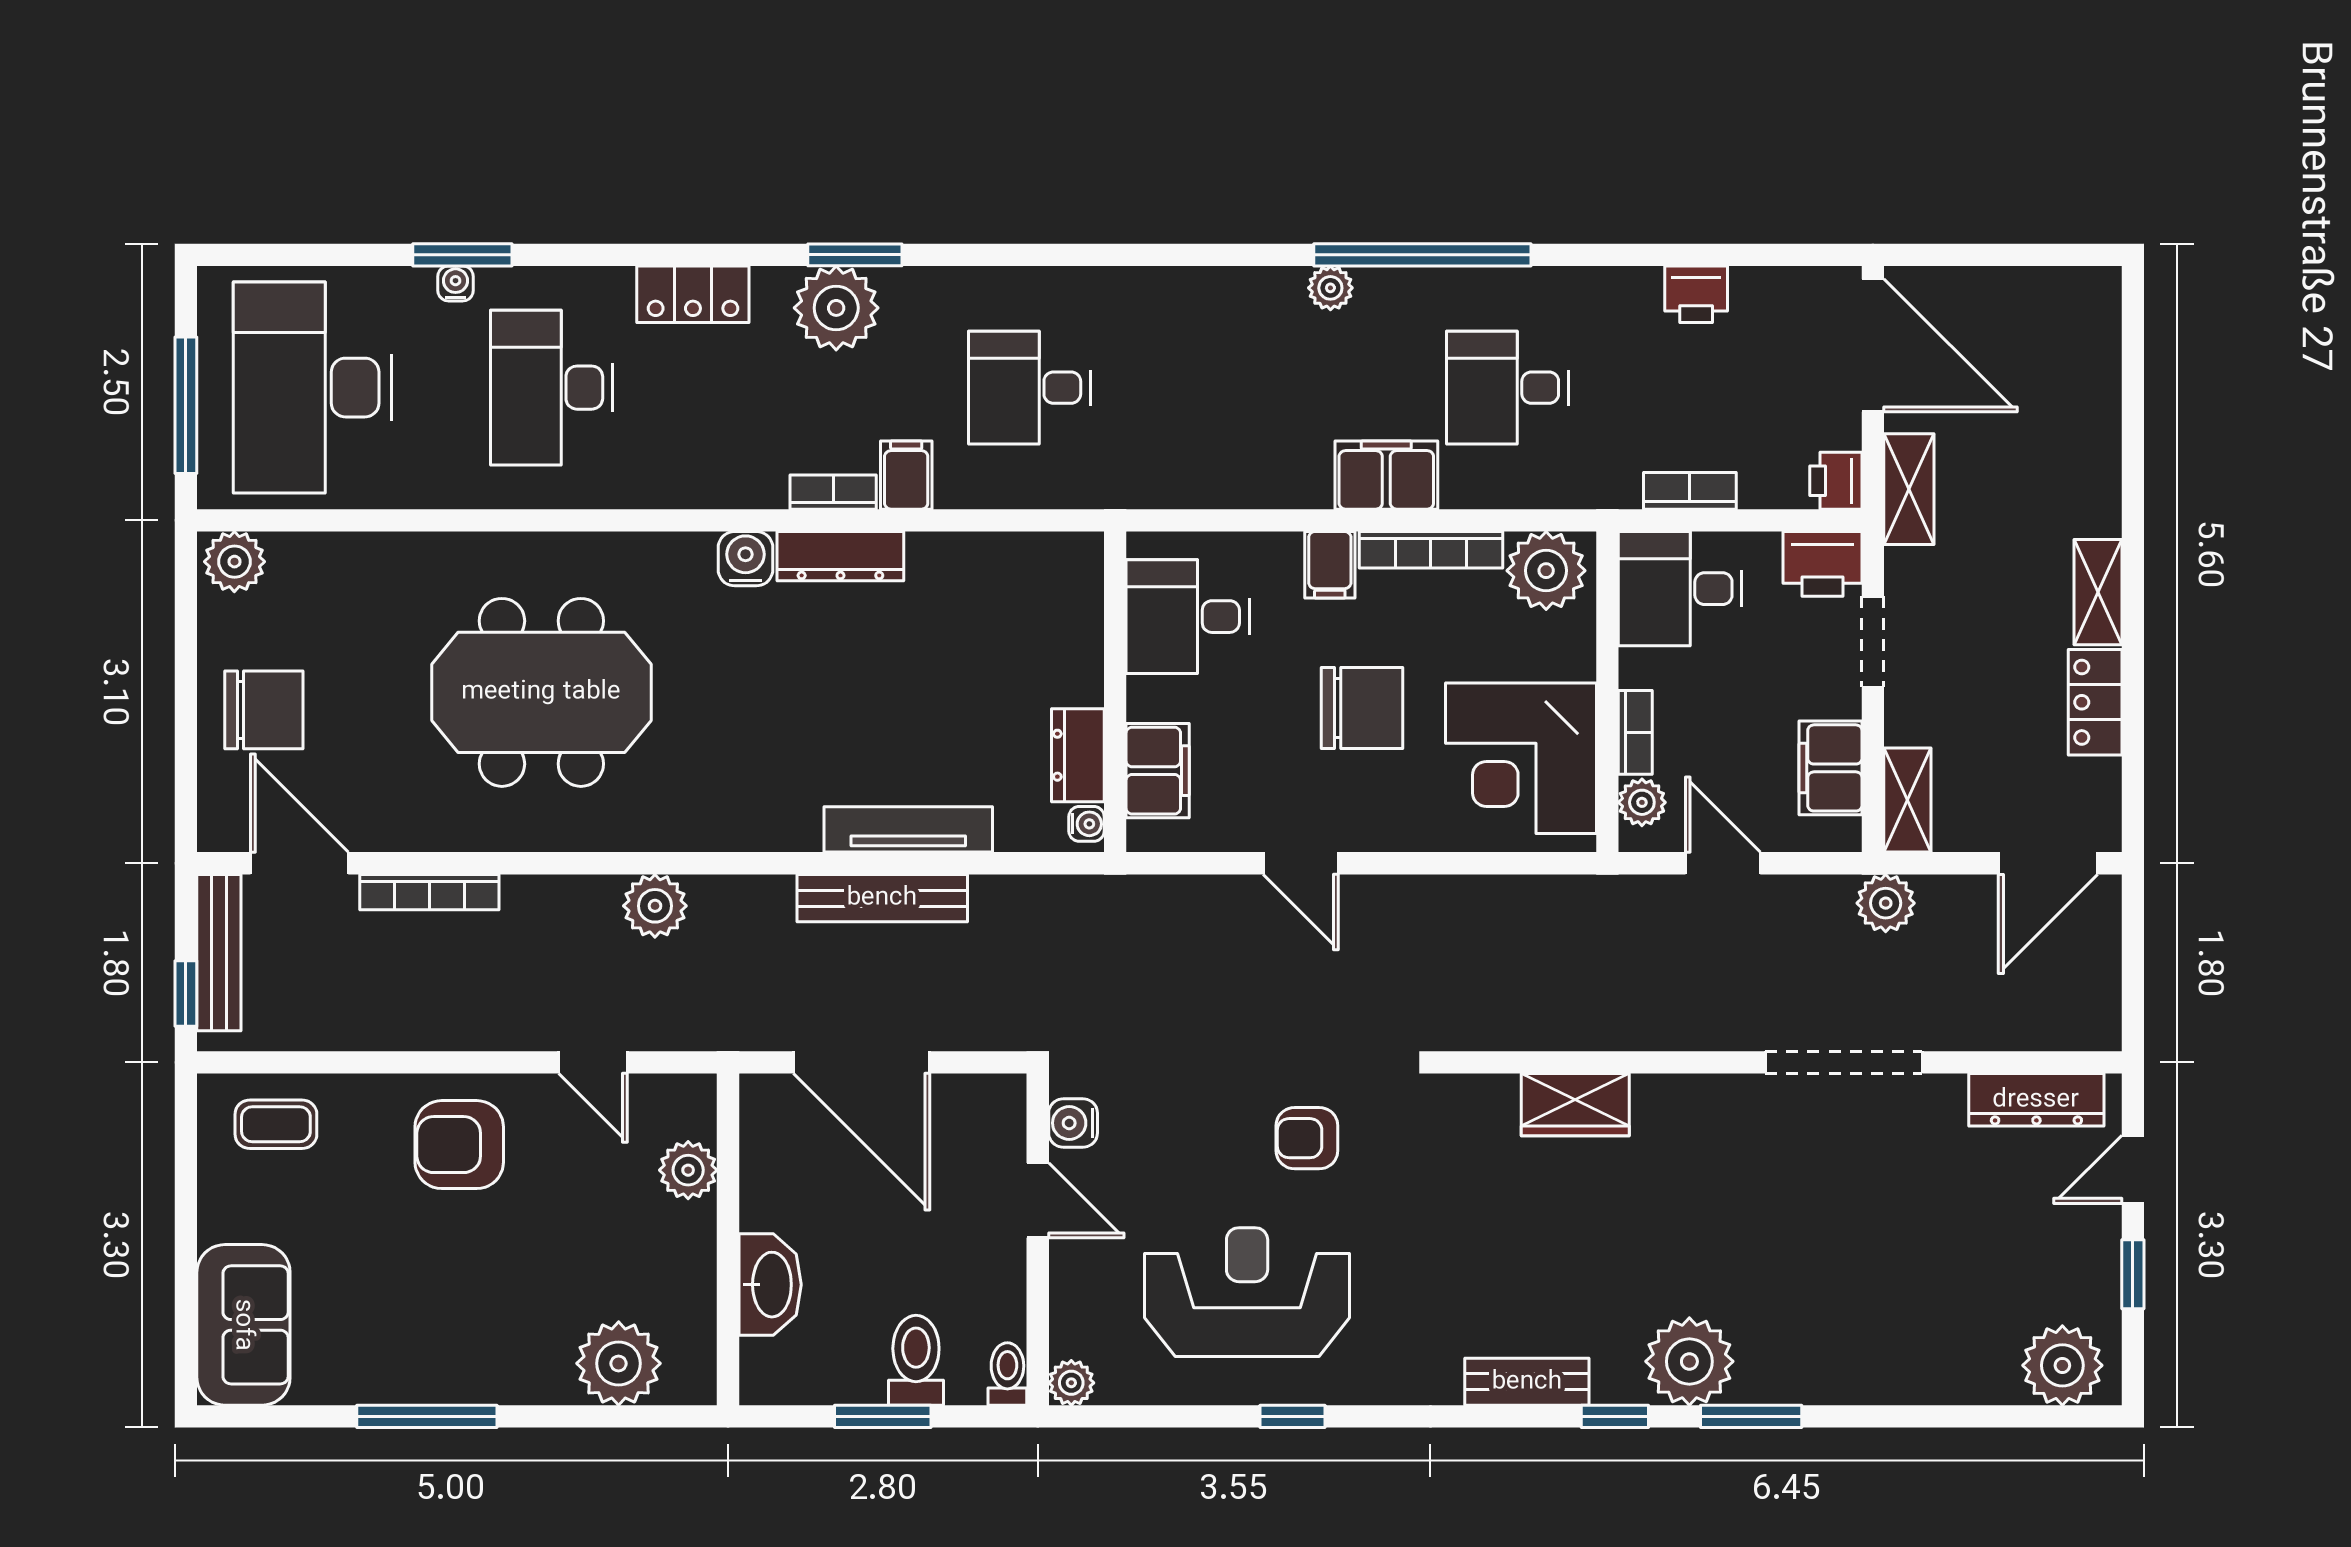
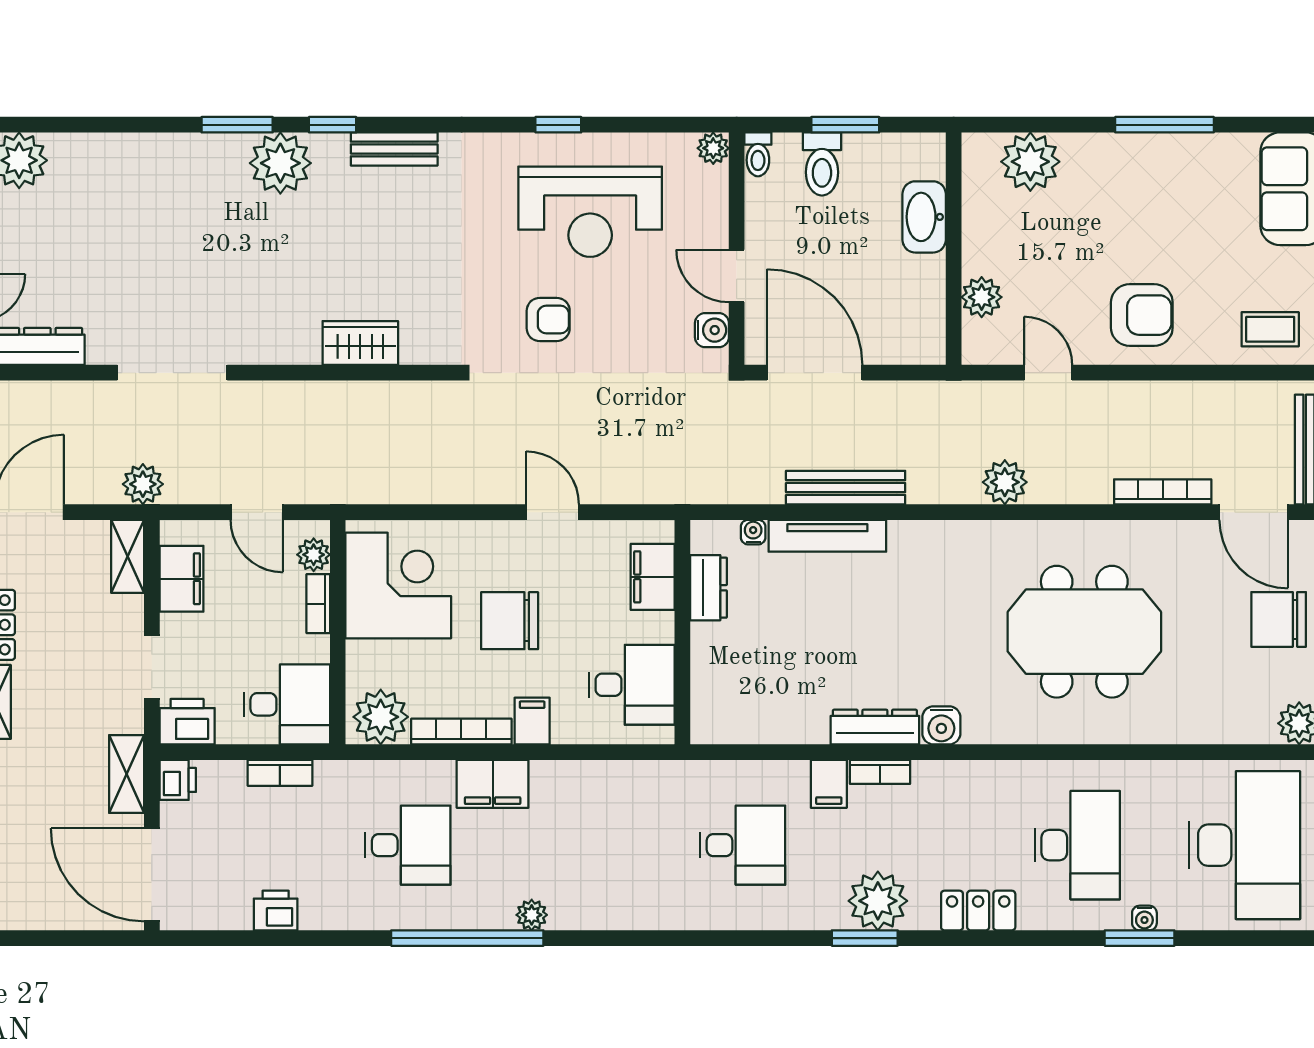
water cooler: (1086, 824) -> (753, 532), moved, turned 90
door: (862, 1062) -> (815, 373), moved

